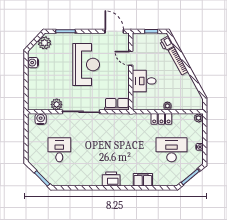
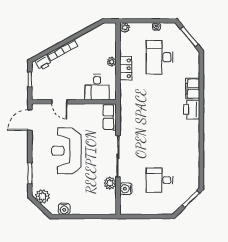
door: (131, 58) -> (59, 102), hinge flipped
reception desk: (86, 65) -> (66, 151), turned -90
desk: (144, 81) -> (97, 87), moved
water cooler: (41, 119) -> (126, 189), moved
printer: (111, 179) -> (192, 110), moved

